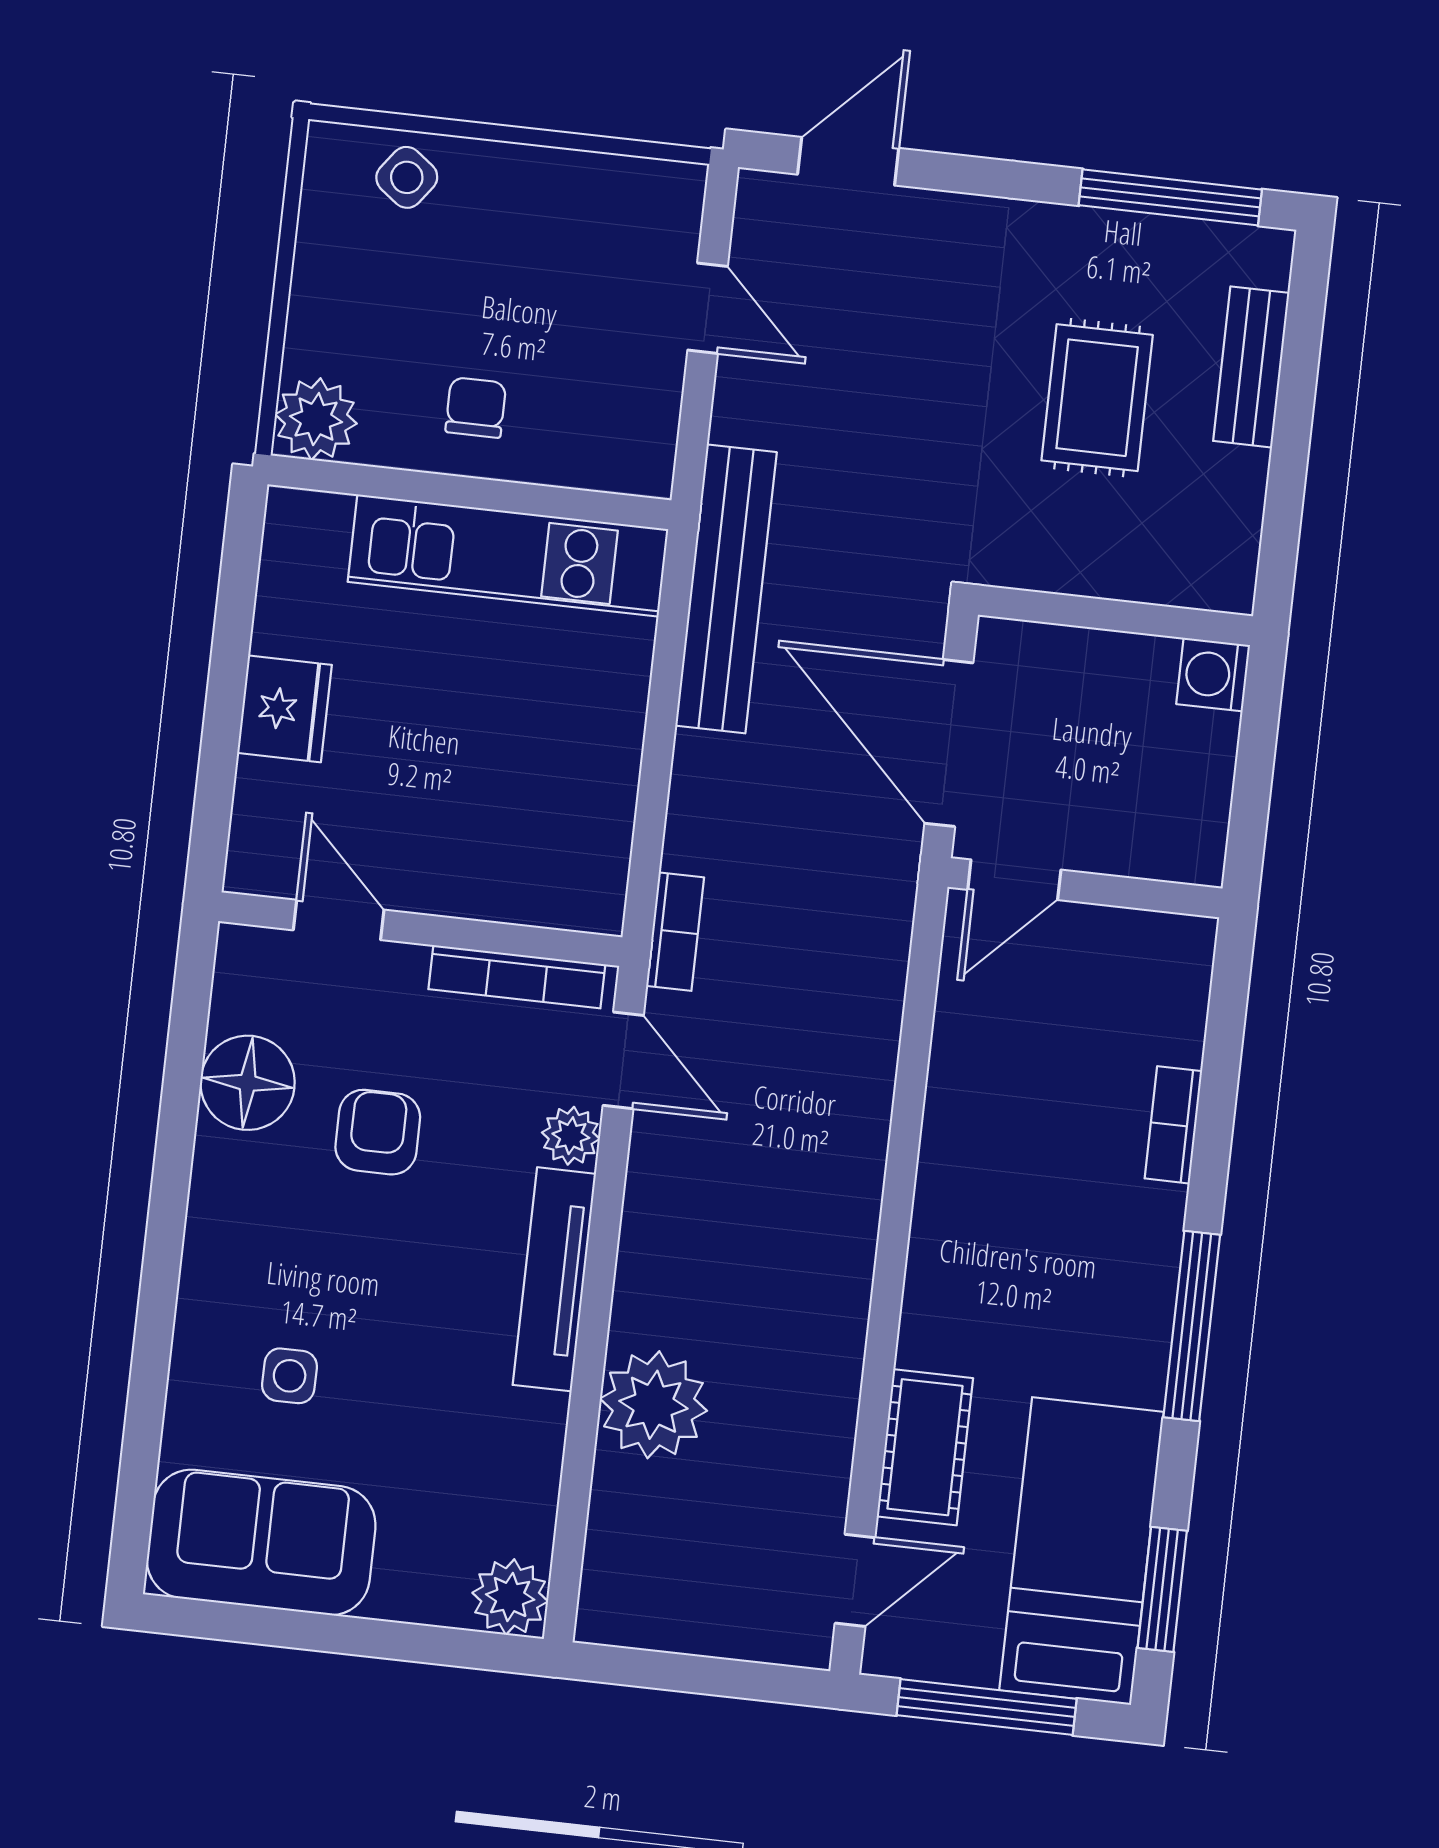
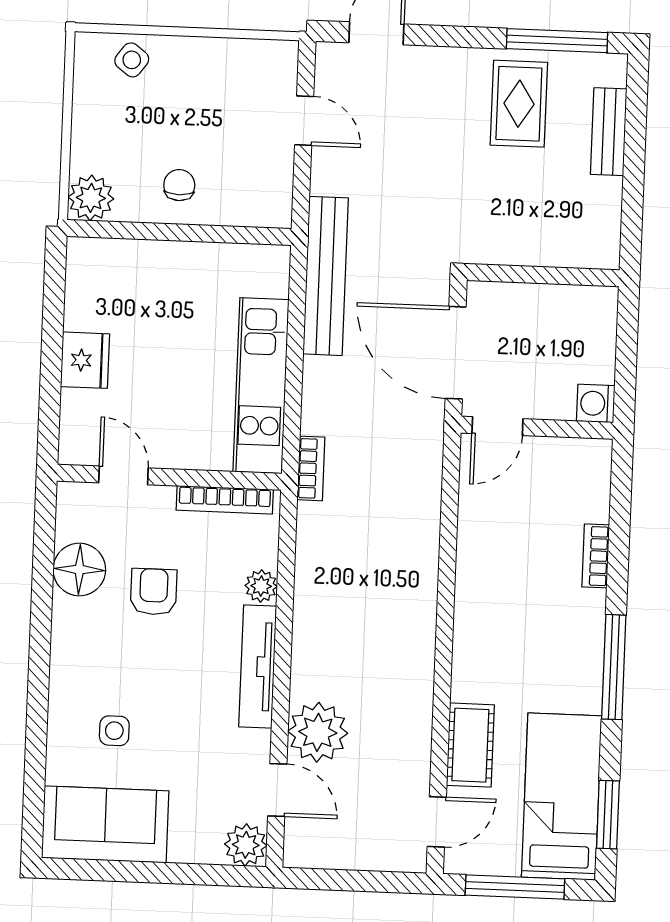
rug: (1097, 398) -> (519, 104), moved
kitchen unit: (508, 555) -> (261, 386), moved, turned 90
washing machine: (1213, 675) -> (596, 403), moved
door: (623, 1060) -> (277, 790), moved

